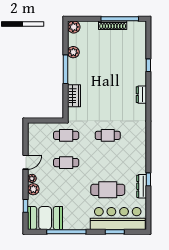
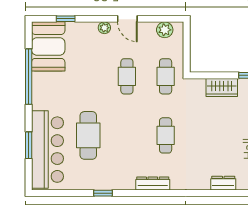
dresser: (142, 186) -> (153, 183), moved
plant: (33, 189) -> (165, 30), moved

